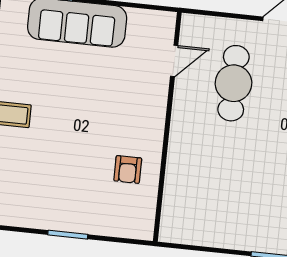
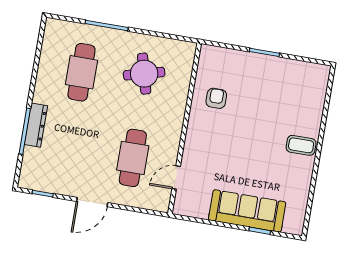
round table: (226, 196) -> (144, 74), added

